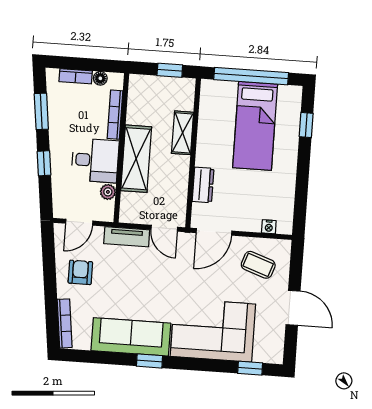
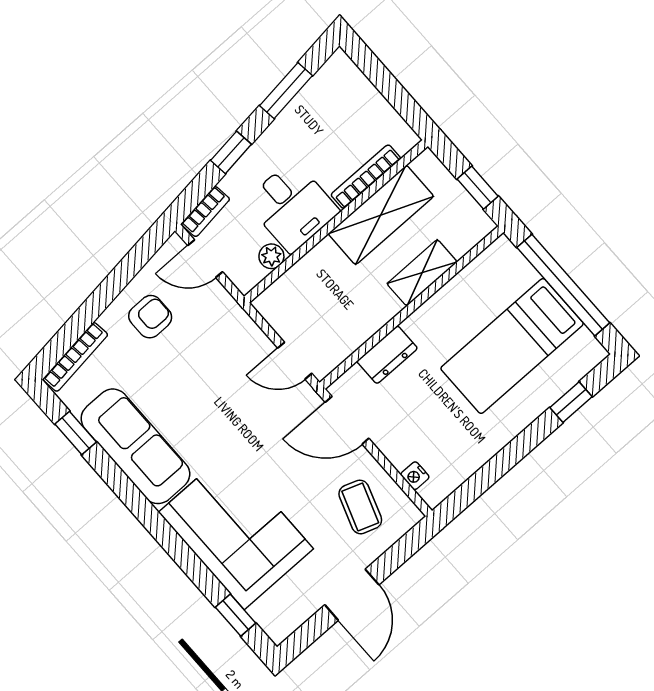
bookcase: (76, 76) -> (205, 211), moved, turned -97
floor lamp: (100, 78) -> (390, 119), removed
shelving: (136, 159) -> (381, 215), moved
door: (164, 228) -> (295, 361), hinge flipped
tv unit: (127, 237) -> (243, 328), removed
window: (150, 361) -> (76, 433), moved

